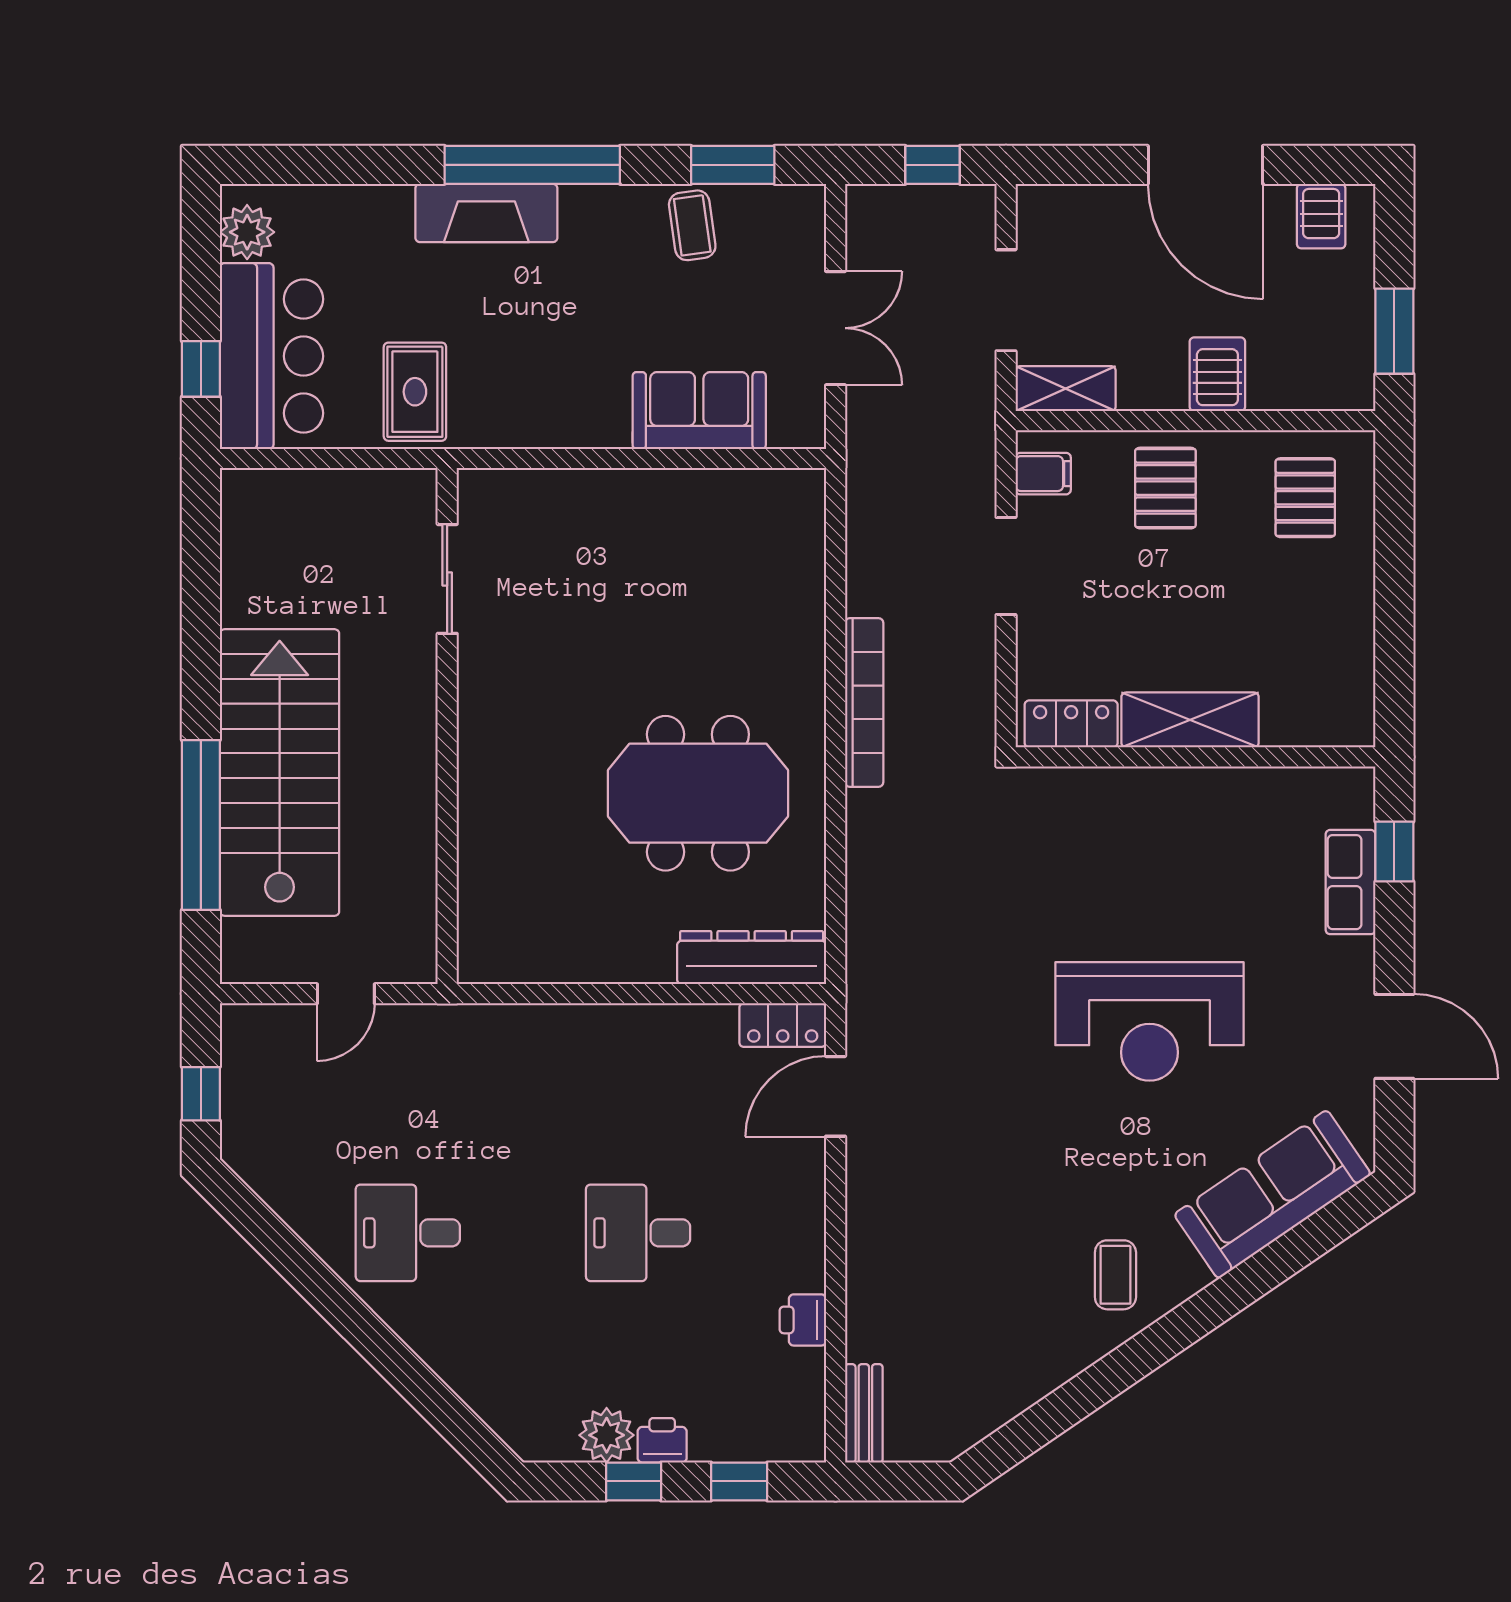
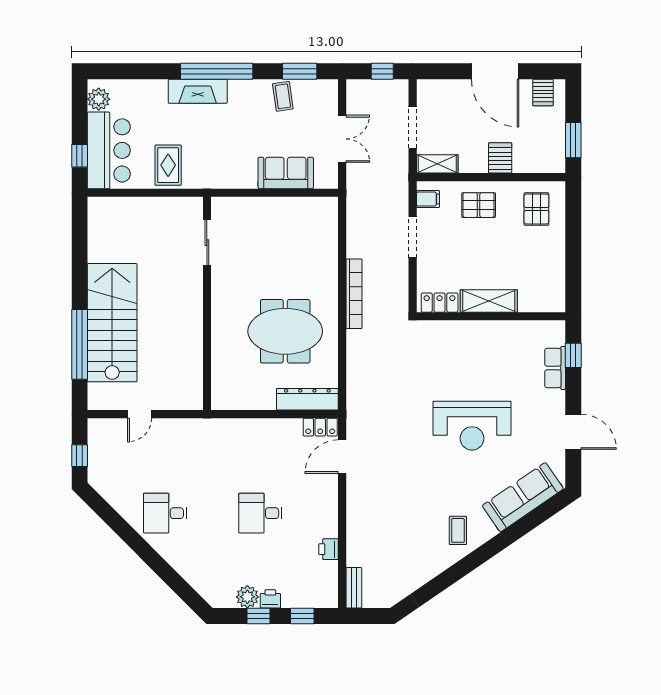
pallet: (1165, 488) -> (479, 205), turned 90
sliding door: (447, 579) -> (207, 243), moved
wall: (447, 726) -> (207, 303), moved

